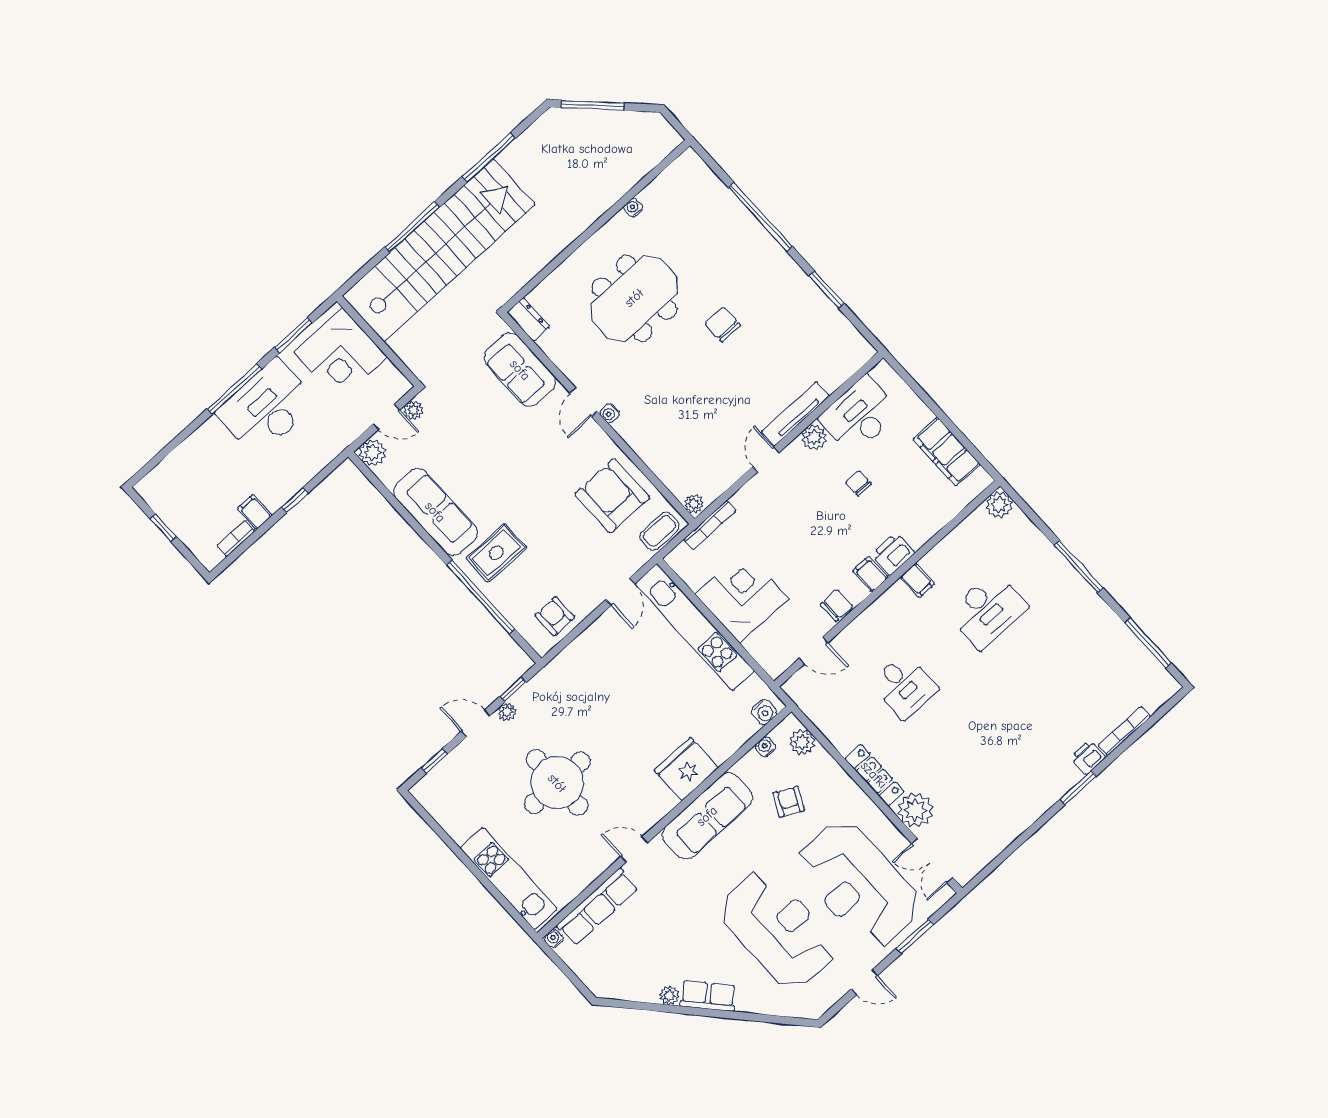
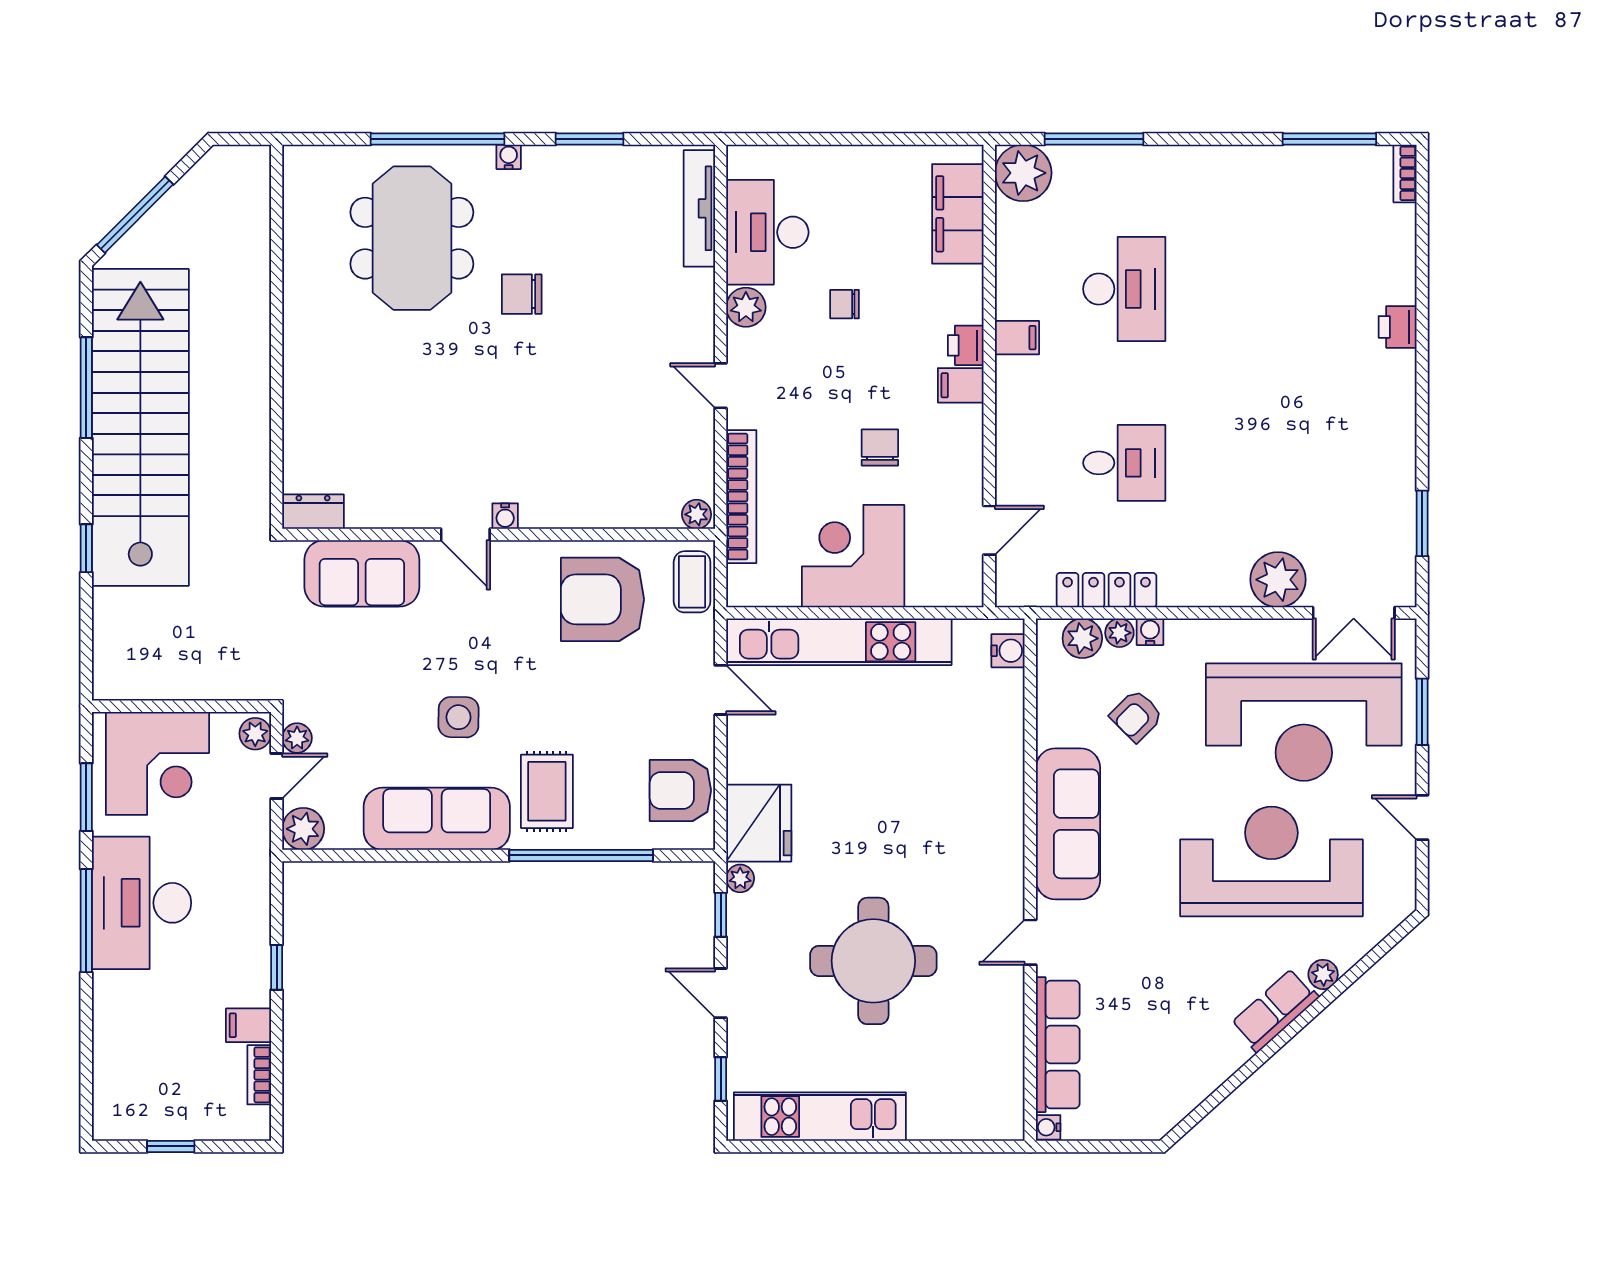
water cooler: (633, 208) -> (509, 157), moved, turned 90
window: (412, 227) -> (86, 548), width x0.46
stairs: (439, 250) -> (140, 427), moved
meeting table: (634, 298) -> (412, 238), moved
plant: (397, 388) -> (255, 734), added
tv unit: (795, 414) -> (699, 208), moved
filing cabinet: (947, 452) -> (958, 214), moved, turned 90
side table: (493, 478) -> (459, 717), added
plant: (999, 505) -> (1023, 173), width x1.36, depth x1.36
bookcase: (710, 525) -> (741, 497), width x1.48, depth x1.31
printer: (893, 554) -> (966, 345), width x0.73, depth x0.81
window: (1079, 567) -> (1094, 139), moved
chair: (836, 605) -> (880, 447), moved
armchair: (555, 616) -> (680, 790), width x1.38, depth x1.38
plant: (507, 712) -> (740, 878), moved
door: (475, 723) -> (721, 993), hinge flipped
bookcase: (1124, 731) -> (1405, 173), moved, width x0.64
water cooler: (765, 747) -> (1150, 632), moved, turned 90
plant: (821, 757) -> (1119, 633), added
fridge: (686, 769) -> (759, 823), moved, turned 180
locker: (874, 775) -> (1106, 590), moved
window: (1078, 788) -> (1422, 523), moved
armchair: (789, 802) -> (1136, 716), turned -72
kitchen unit: (509, 879) -> (820, 1117), moved
door: (864, 982) -> (1422, 818), swing flipped
plant: (669, 996) -> (1323, 974), moved

